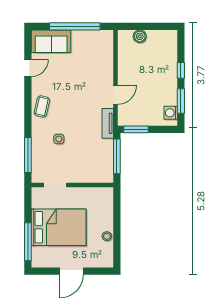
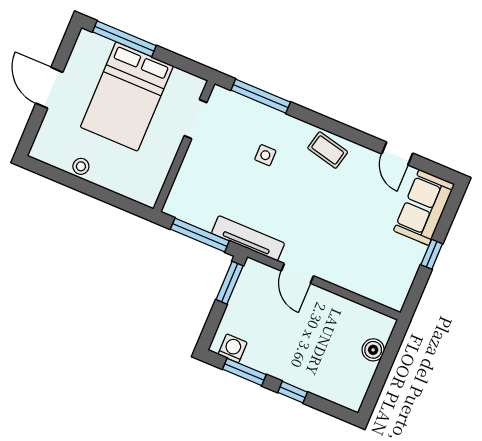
window: (75, 26) -> (432, 254), width x0.32
tv unit: (108, 123) -> (248, 238), width x1.41

